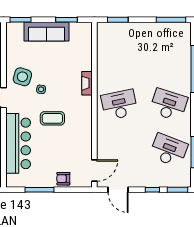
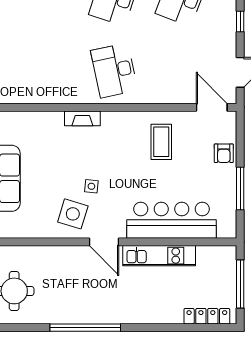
coffee table: (52, 118) -> (161, 142), moved

